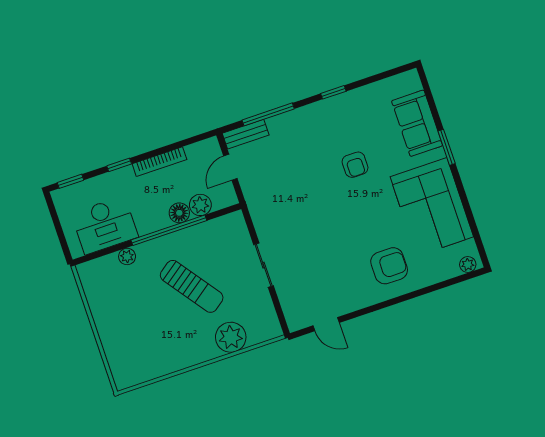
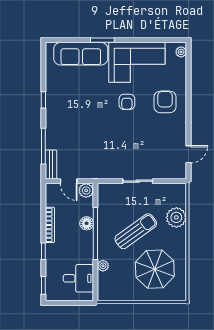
sofa: (417, 123) -> (81, 54), width x1.36
armchair: (355, 165) -> (127, 102), moved, turned 90
plant: (200, 205) -> (86, 190), moved
desk: (105, 225) -> (78, 278), width x0.73
parasol: (147, 332) -> (155, 269), added

